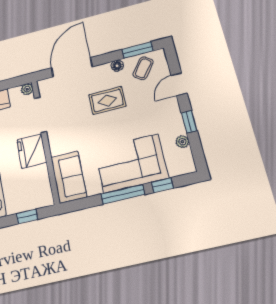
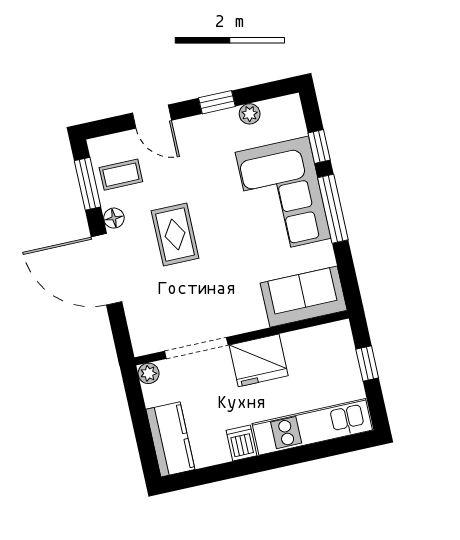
door: (72, 67) -> (107, 269), moved
coffee table: (143, 68) -> (121, 175), turned -37

